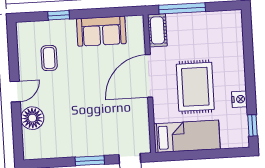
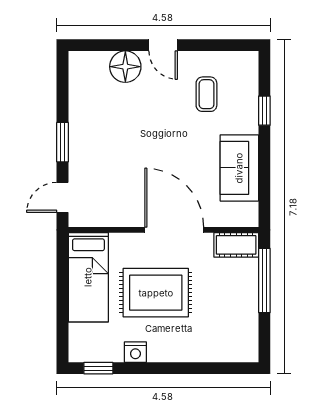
coffee table: (49, 58) -> (206, 94), turned 90

